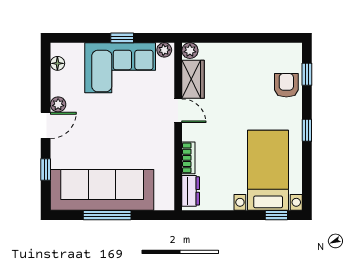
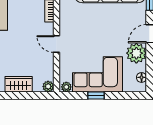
wardrobe: (193, 79) -> (19, 84), moved, turned 90
plant: (58, 104) -> (136, 53), width x1.87, depth x1.87

